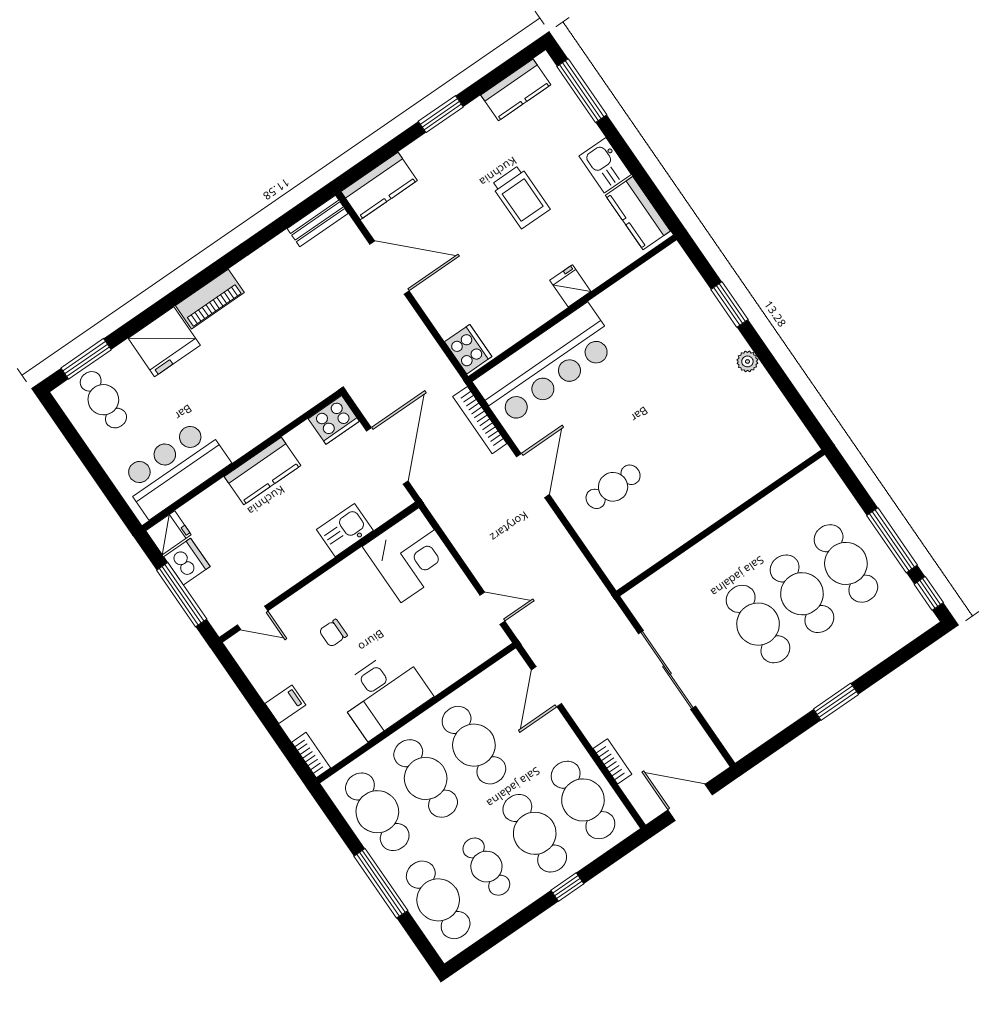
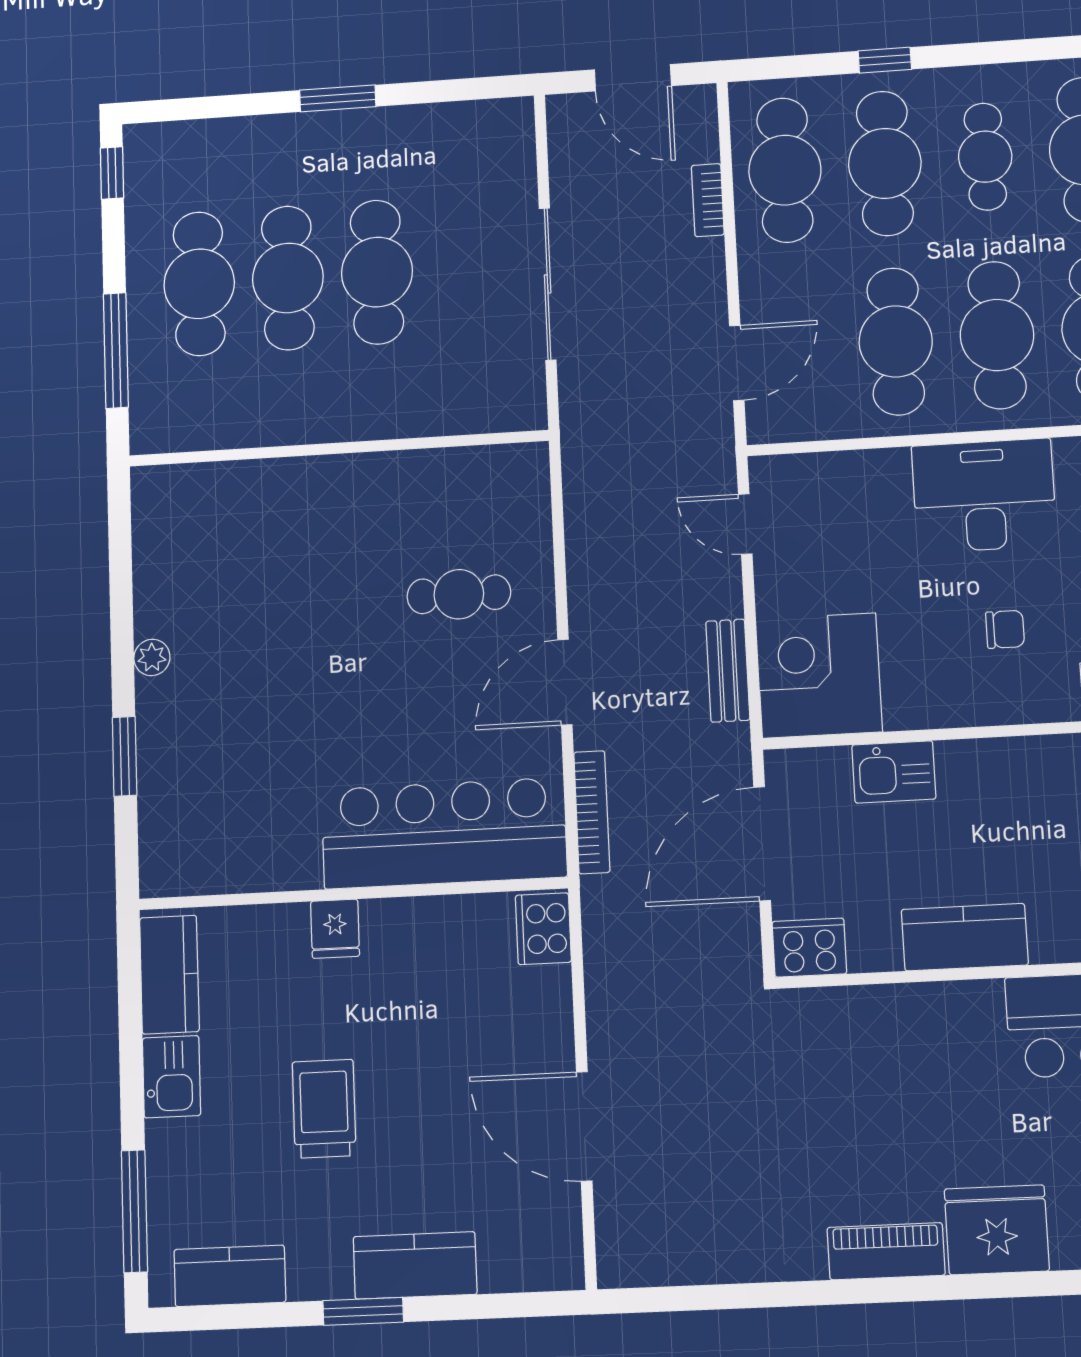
kitchen counter: (379, 186) -> (415, 1265), moved
bench: (318, 221) -> (728, 671), moved, turned 90
window: (892, 540) -> (116, 350), moved

